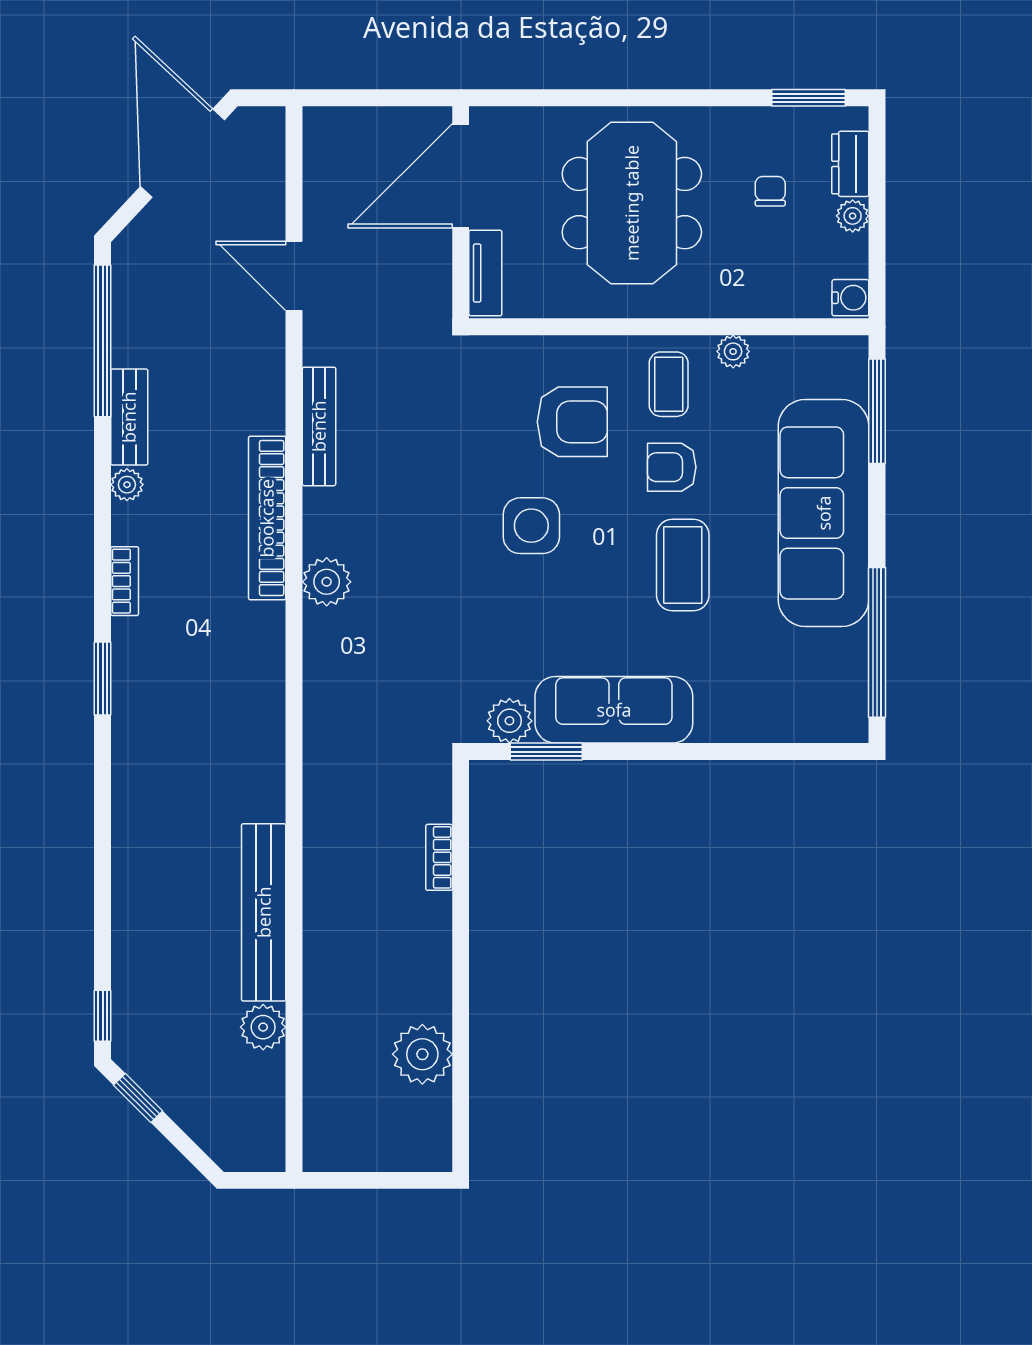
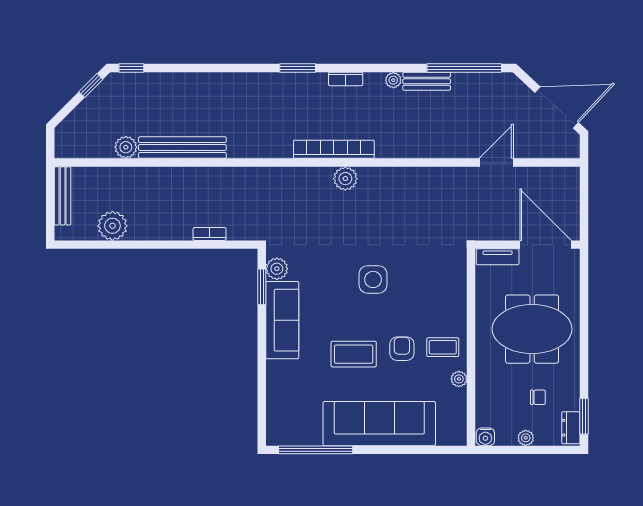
dresser: (850, 164) -> (571, 428), moved, turned -90
window: (877, 411) -> (429, 450), removed
armchair: (572, 422) -> (424, 300), removed
bench: (319, 426) -> (63, 196), moved, turned 90
bookcase: (267, 518) -> (334, 149), moved

